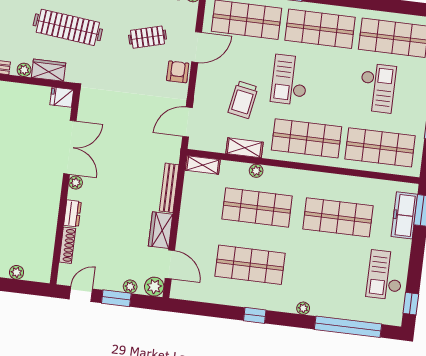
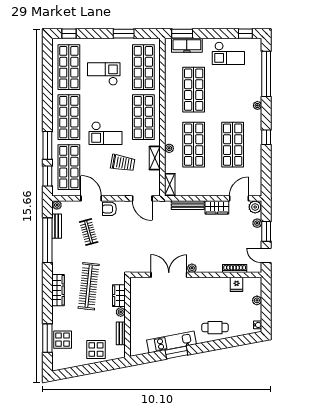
fridge: (62, 97) -> (237, 284), moved
dresser: (72, 213) -> (213, 268), removed

